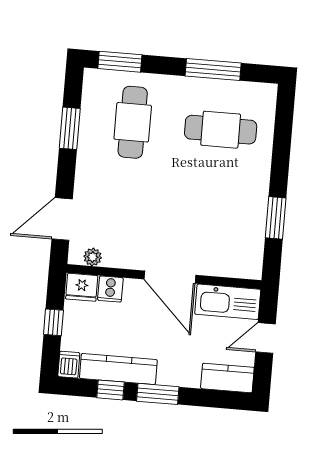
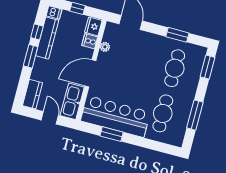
cafe table: (133, 122) -> (175, 68), turned 90
bar counter: (242, 217) -> (115, 116), added
plant: (93, 257) -> (105, 47), moved

